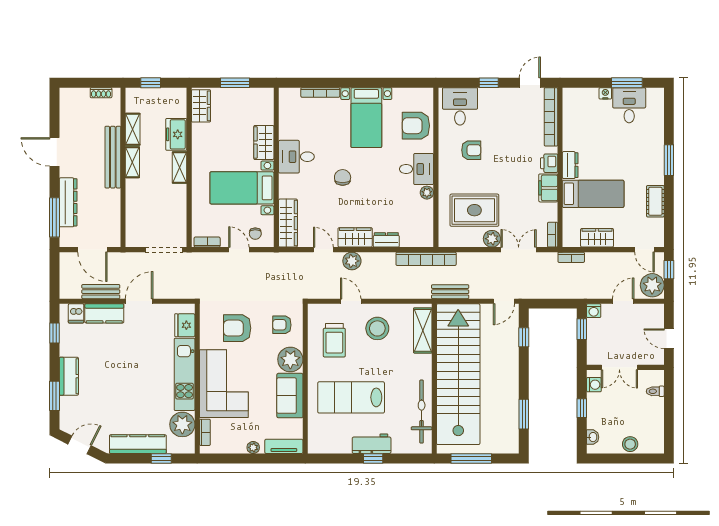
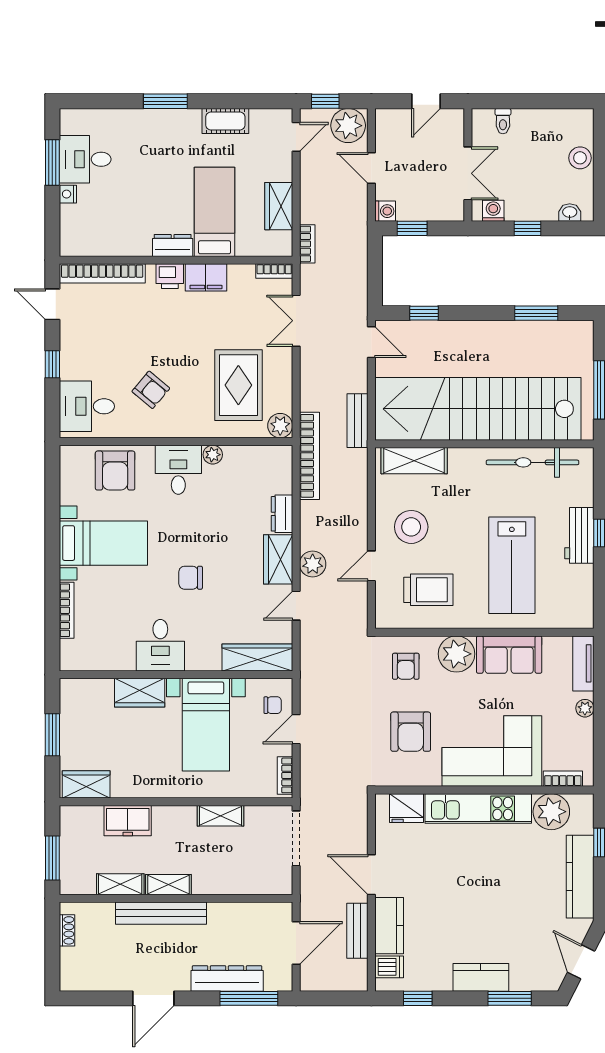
window: (151, 83) -> (52, 858), width x1.50
armchair: (471, 150) -> (151, 390), turned 130
shelving: (180, 168) -> (220, 816), moved
plant: (492, 239) -> (280, 426), moved

